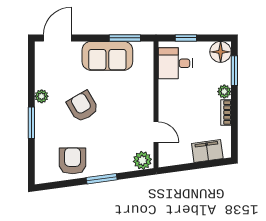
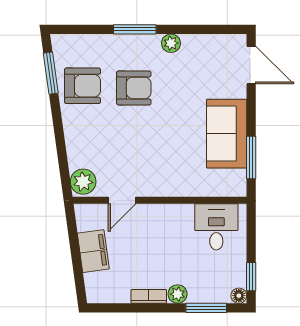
window: (186, 38) -> (251, 277), moved
floor lamp: (221, 52) -> (239, 296), width x0.53, depth x0.53
armchair: (83, 106) -> (134, 88), moved, turned 30
filing cabinet: (207, 151) -> (93, 251), moved
window: (102, 179) -> (51, 73), moved

